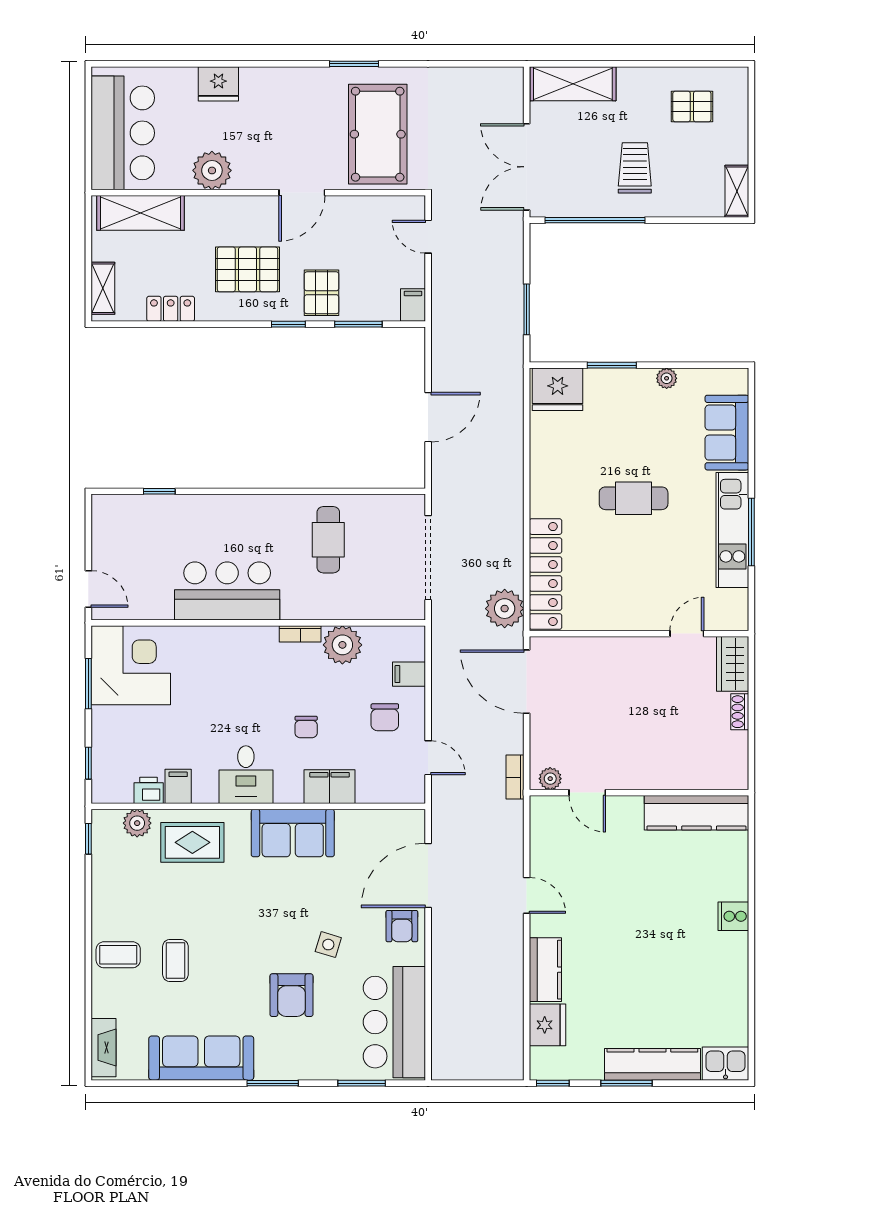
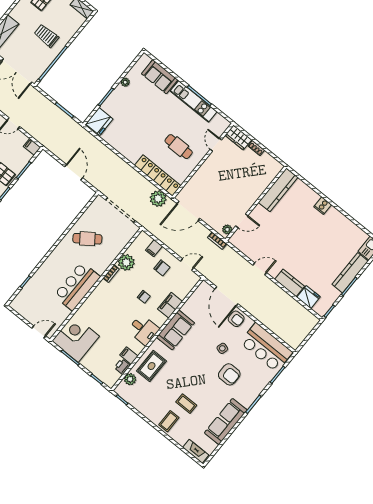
cafe table: (634, 498) -> (179, 147), moved, turned 90
cafe table: (328, 540) -> (87, 239), turned -36

